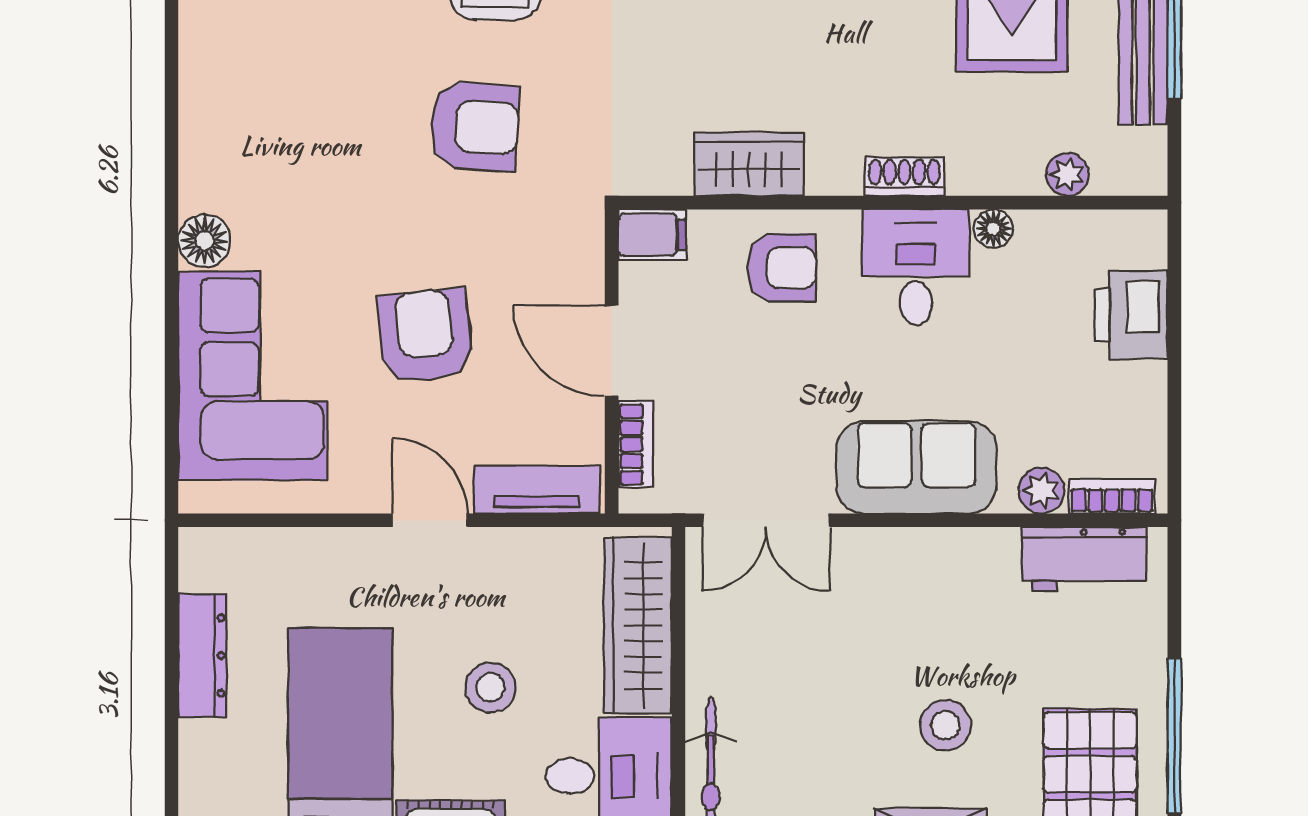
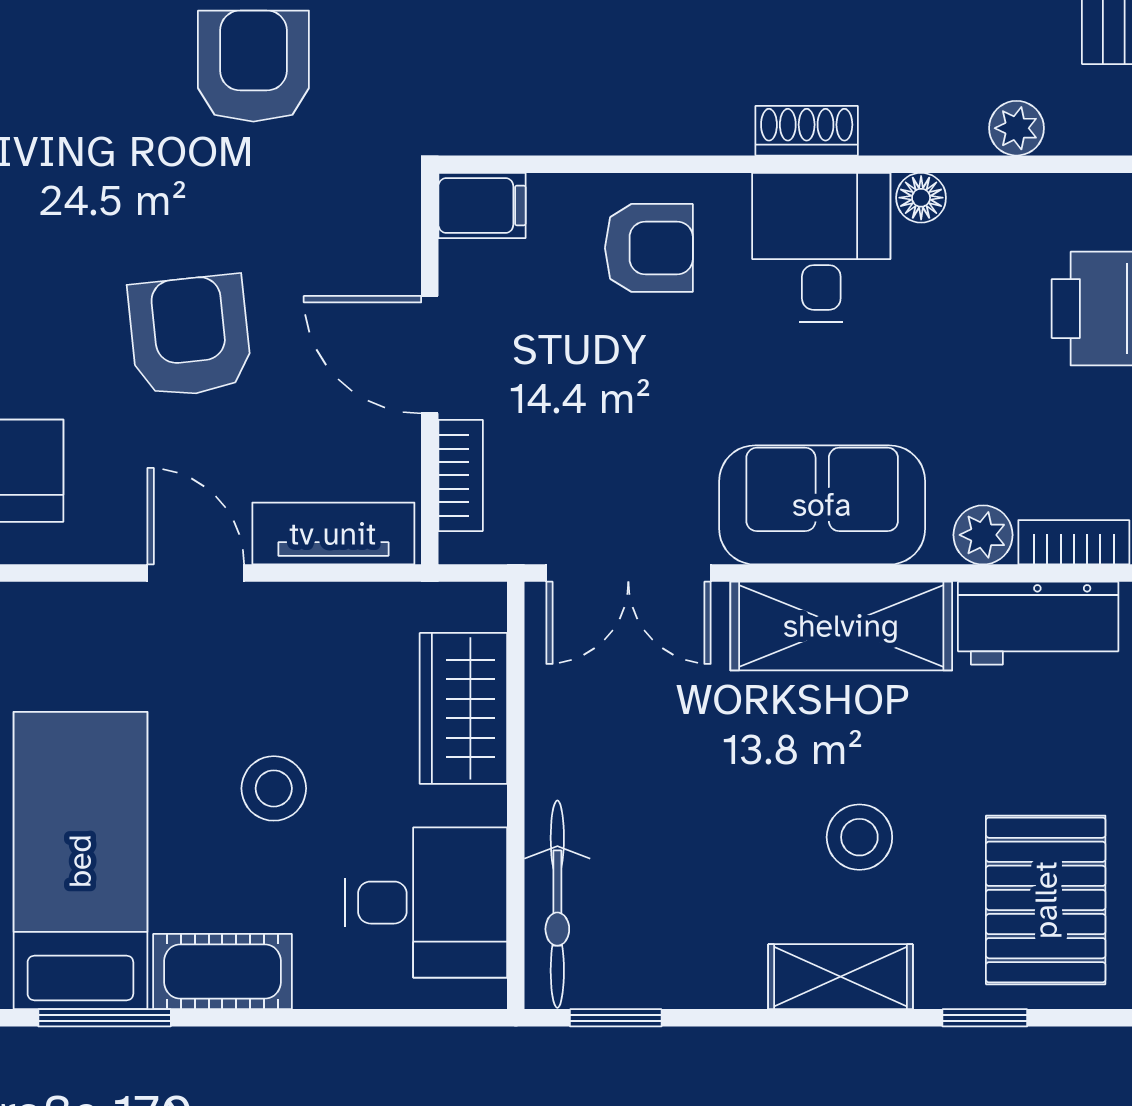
armchair: (475, 126) -> (253, 66), turned -94
wardrobe: (749, 164) -> (607, 115), removed
shelving: (931, 561) -> (841, 626), added
wardrobe: (638, 625) -> (463, 708), width x0.67

